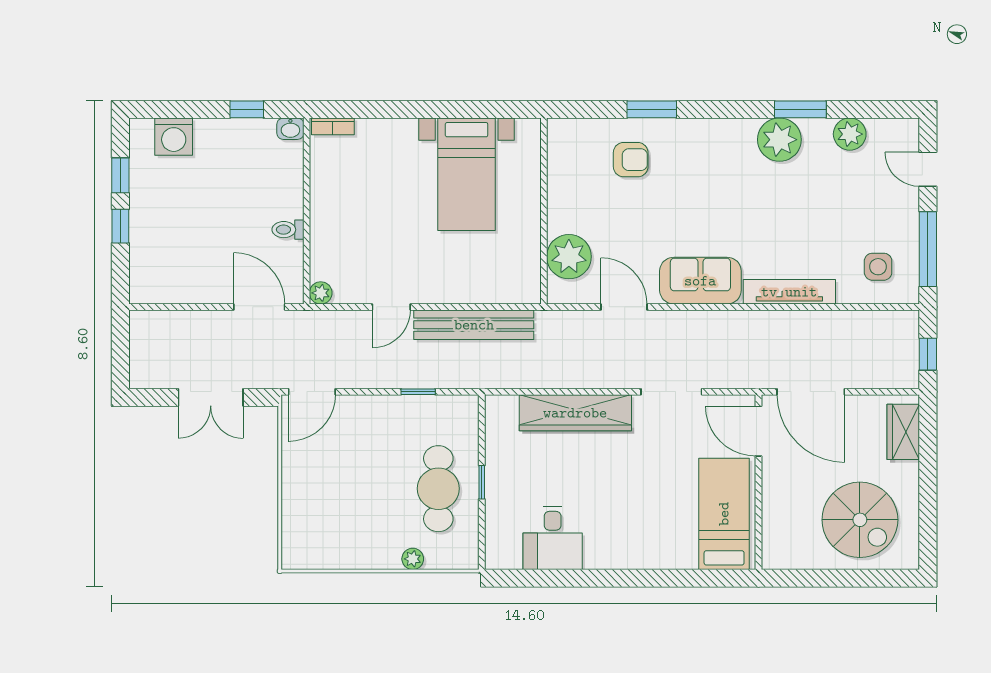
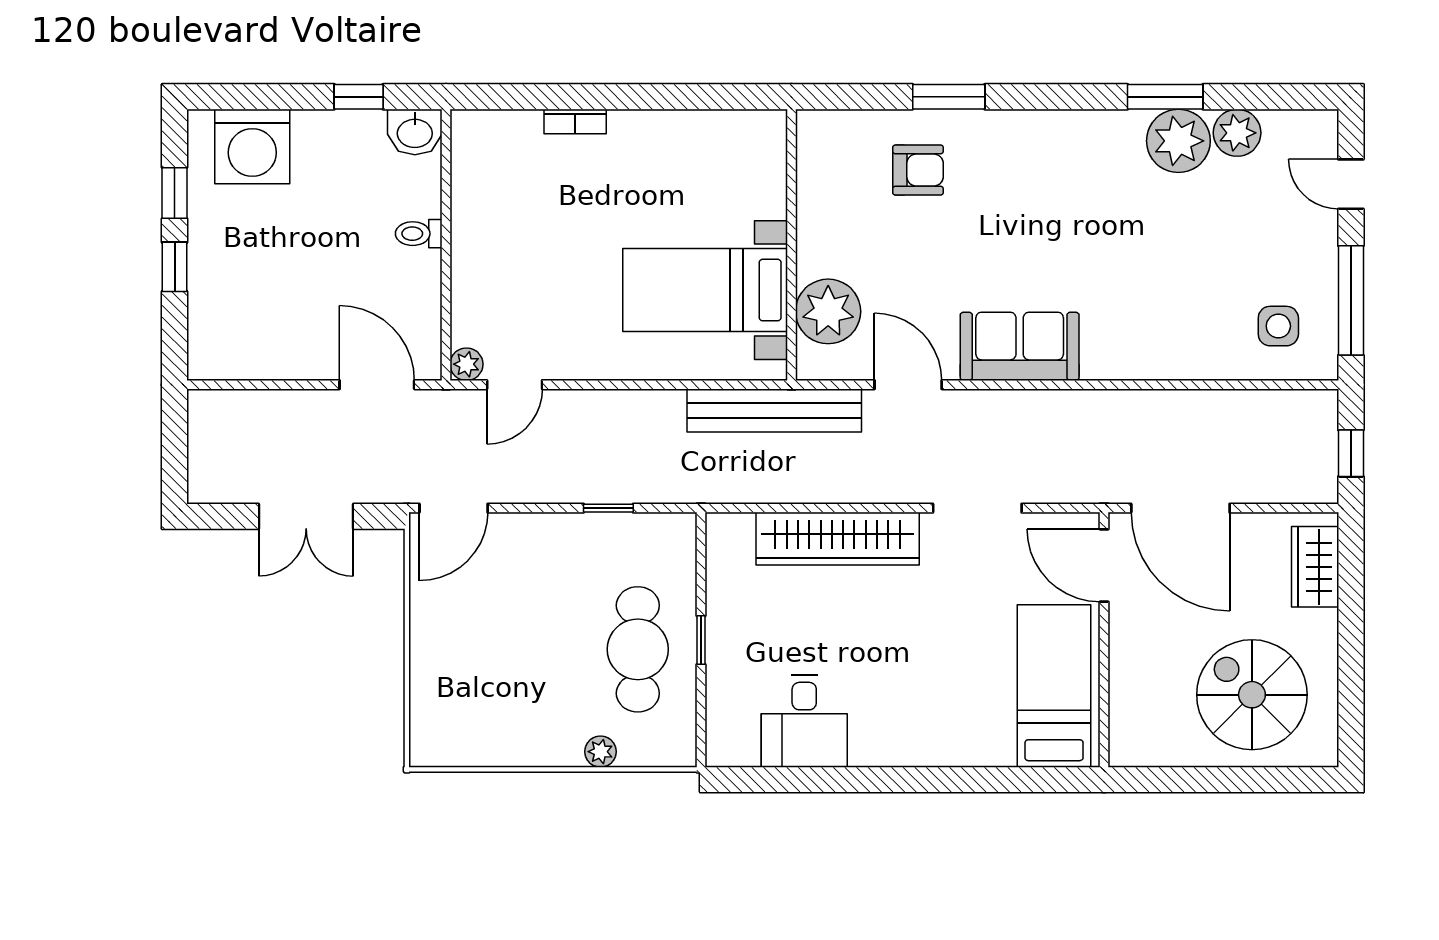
bookcase: (333, 126) -> (575, 122), moved
washbasin: (290, 129) -> (415, 132), width x1.38, depth x1.45
washing machine: (174, 137) -> (252, 147), width x1.37, depth x1.37
plant: (779, 140) -> (1178, 141), moved
bed with nightstands: (467, 174) -> (705, 290), moved, turned 90
toilet: (288, 230) -> (419, 234), moved
tv unit: (789, 292) -> (1149, 362), removed
door: (391, 307) -> (515, 385), moved
bench: (474, 325) -> (774, 411), moved
spiral stairs: (860, 520) -> (1252, 695), turned 180

